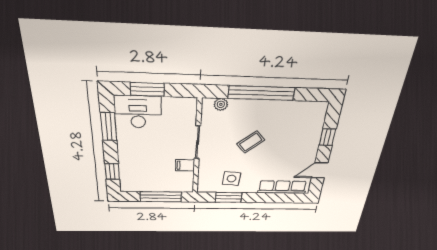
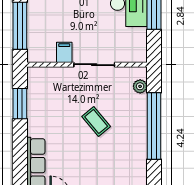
side table: (232, 179) -> (47, 105), removed

